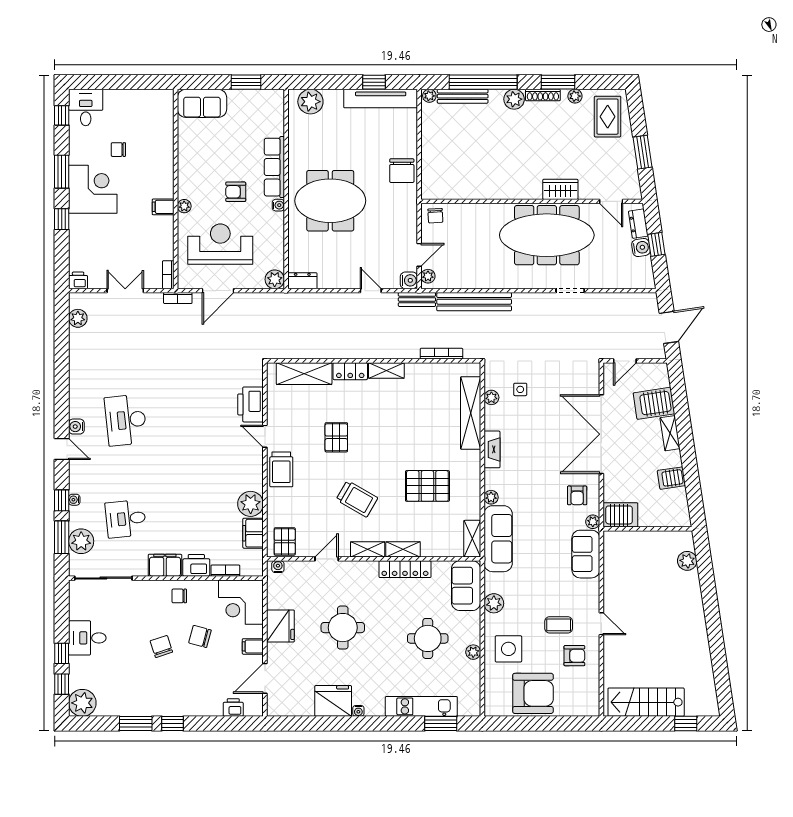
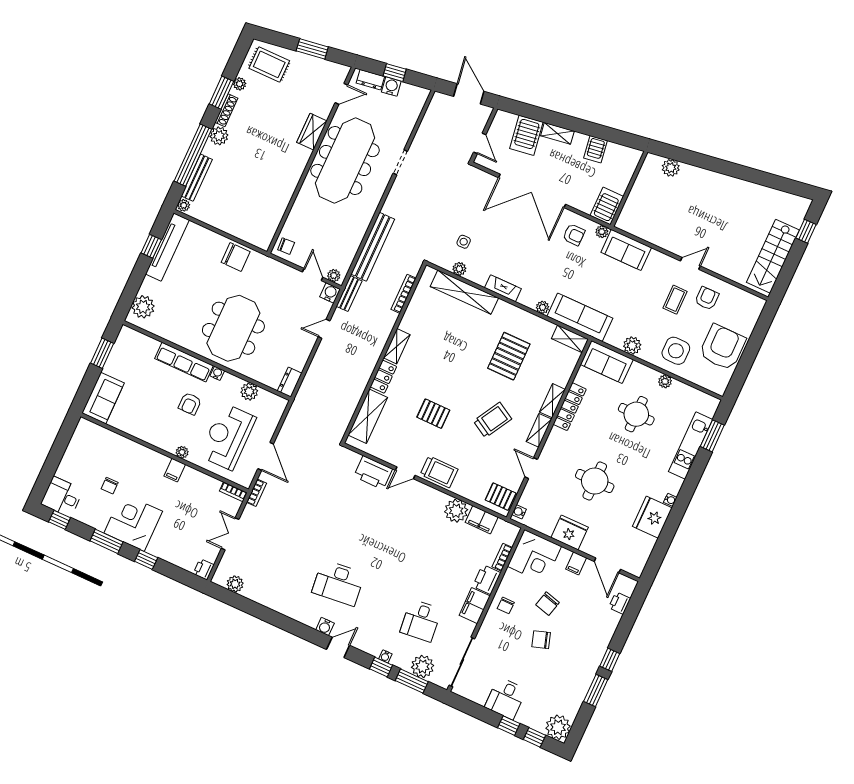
plant: (275, 279) -> (249, 392), moved

